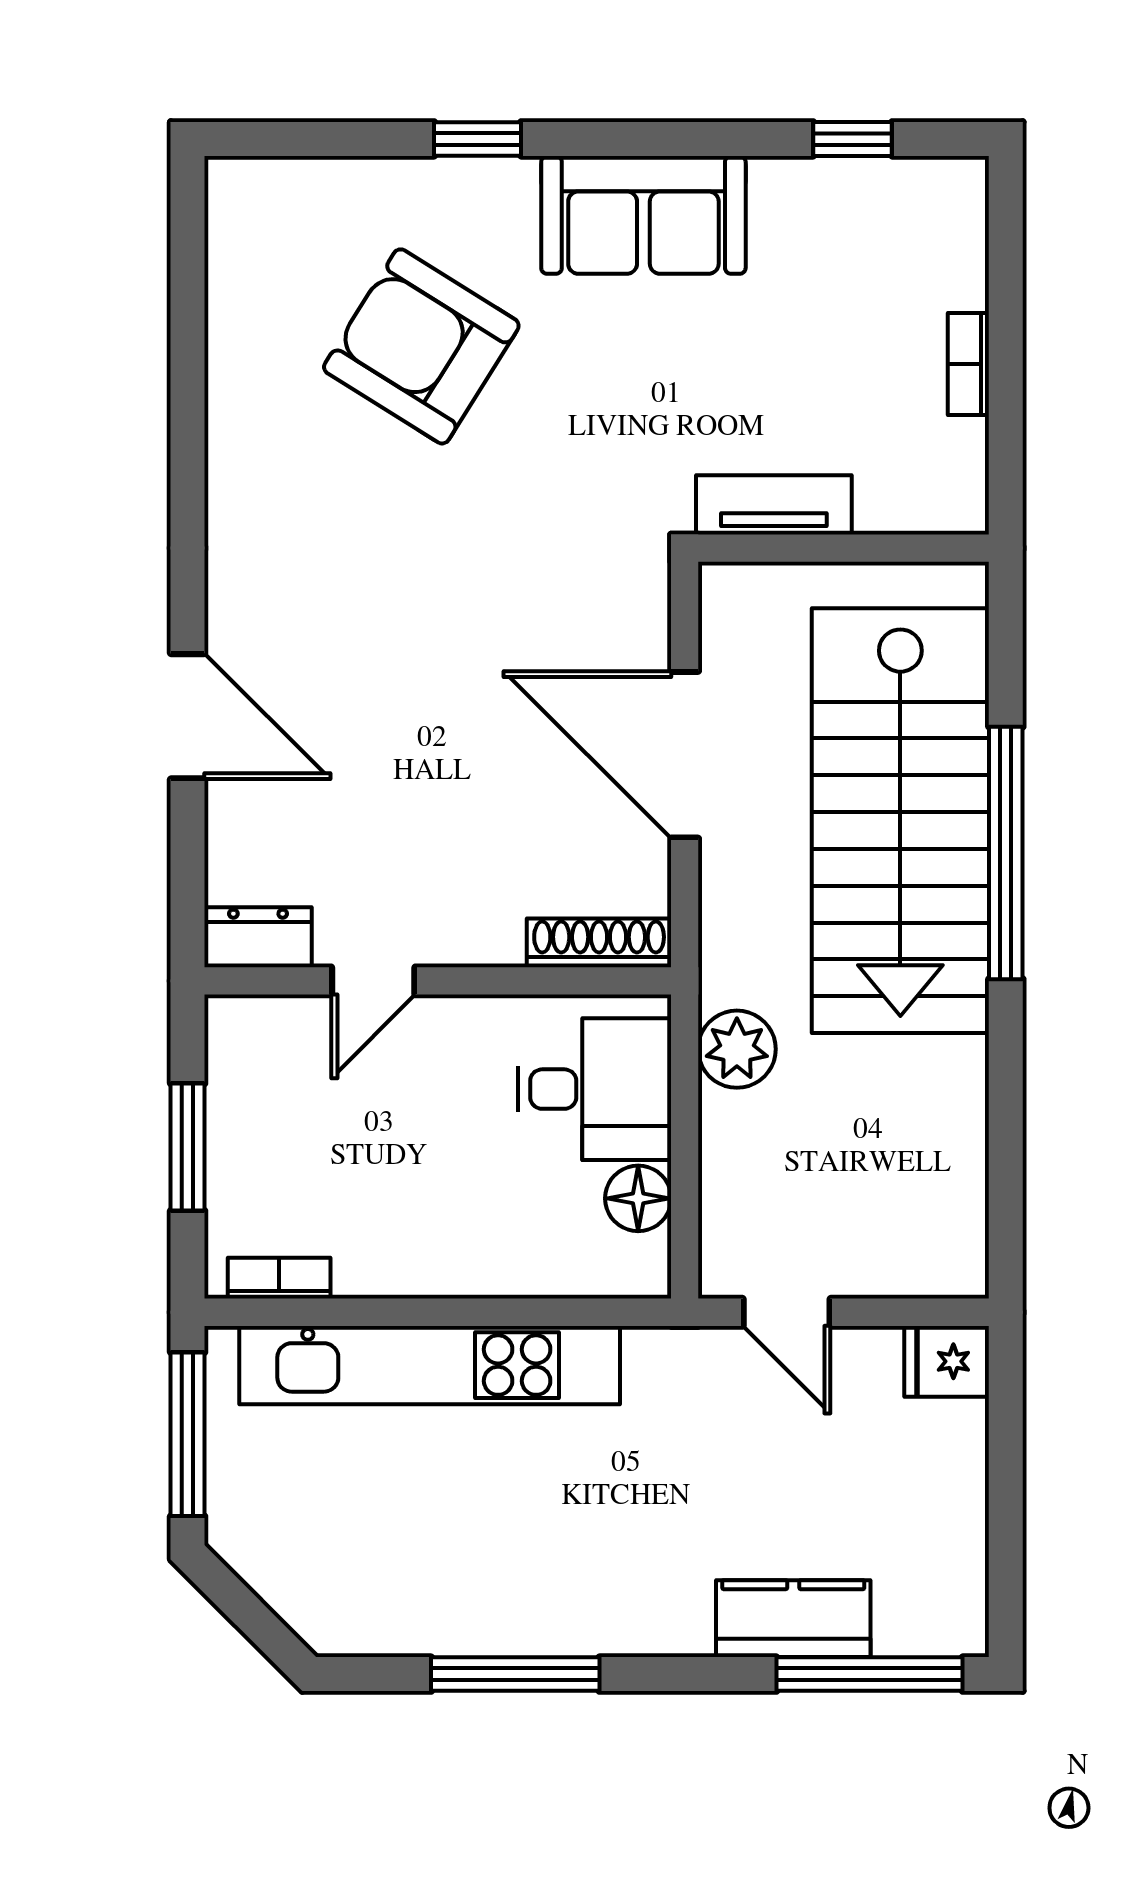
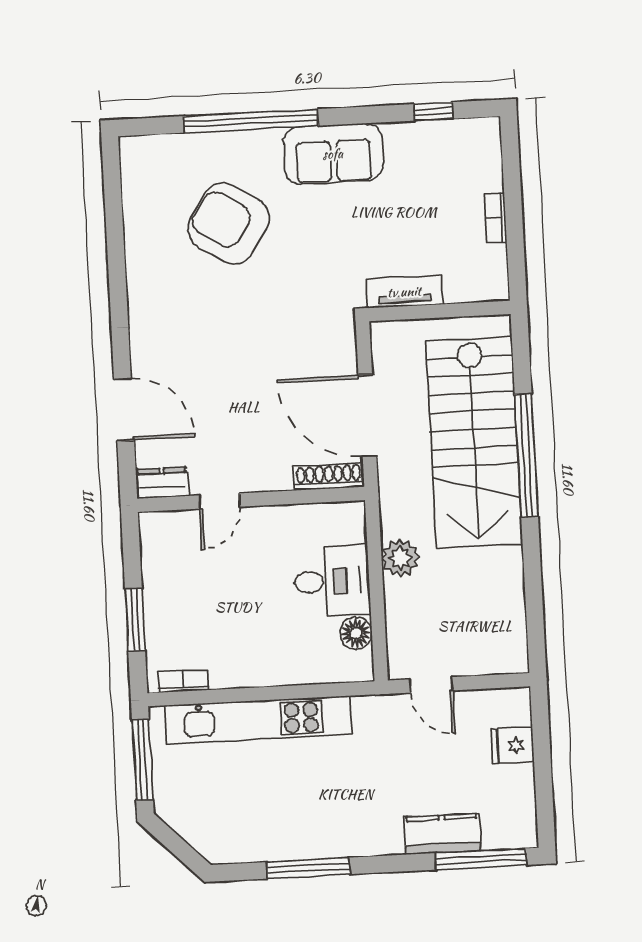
window: (478, 139) -> (251, 121), width x3.17
dresser: (258, 937) -> (162, 483), moved
shoe rack: (599, 943) -> (329, 477), moved
door: (373, 981) -> (220, 501), moved
wall: (438, 981) -> (251, 499), moved
fridge: (947, 1361) -> (513, 745), moved

